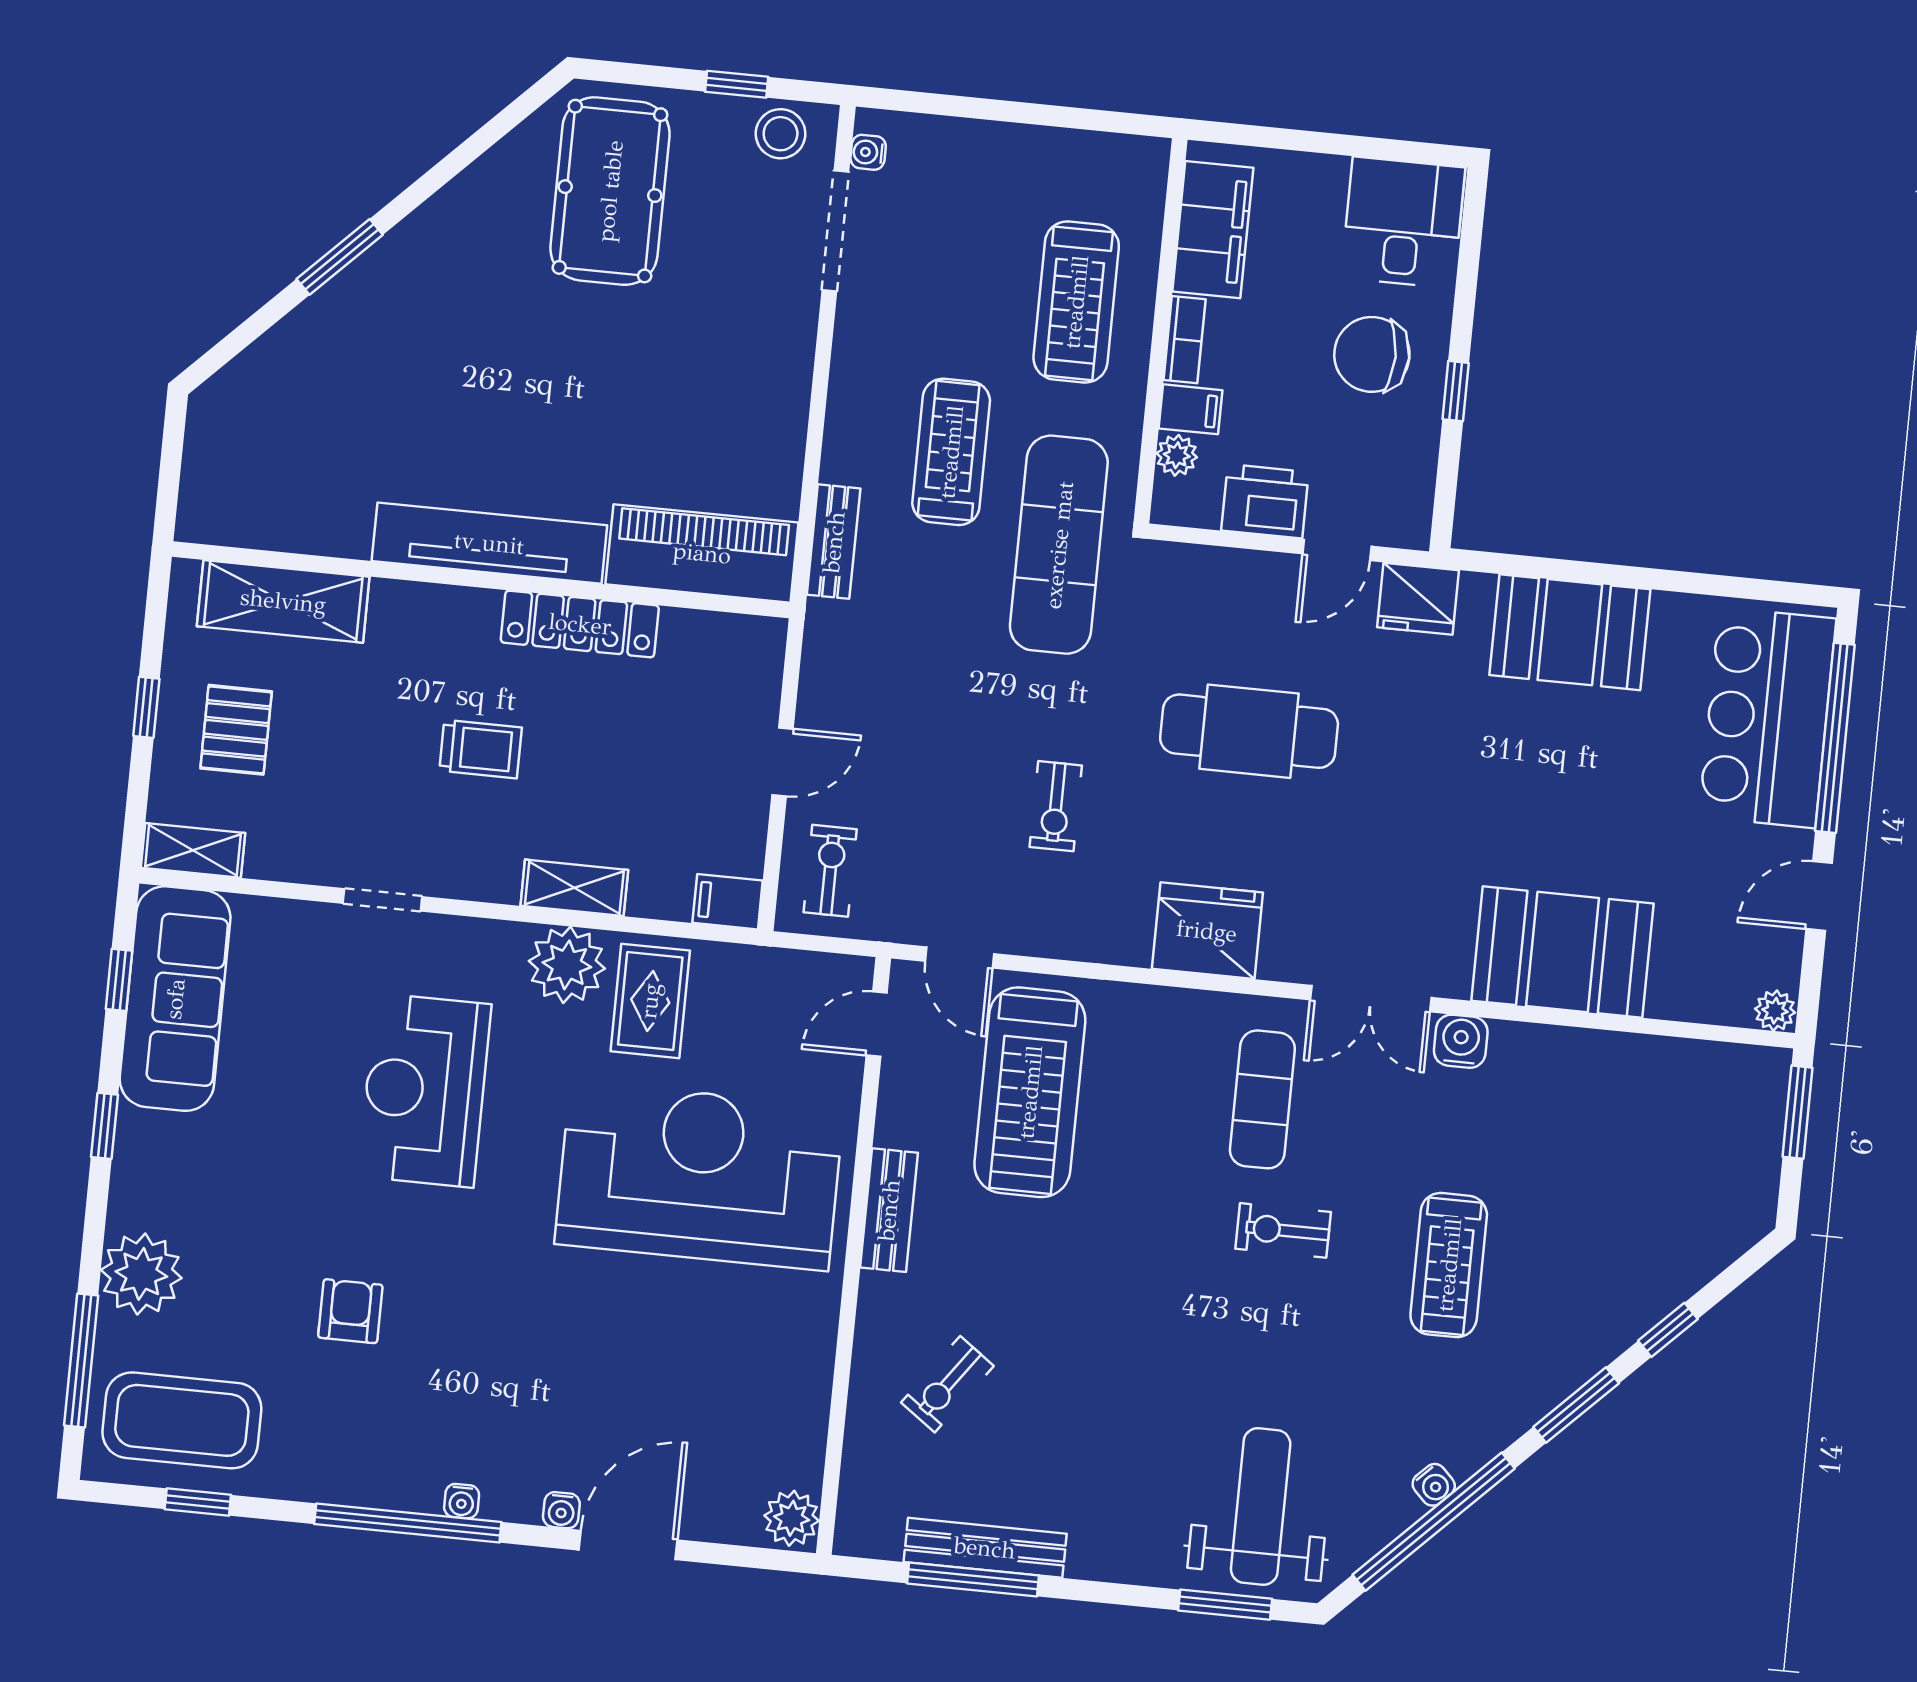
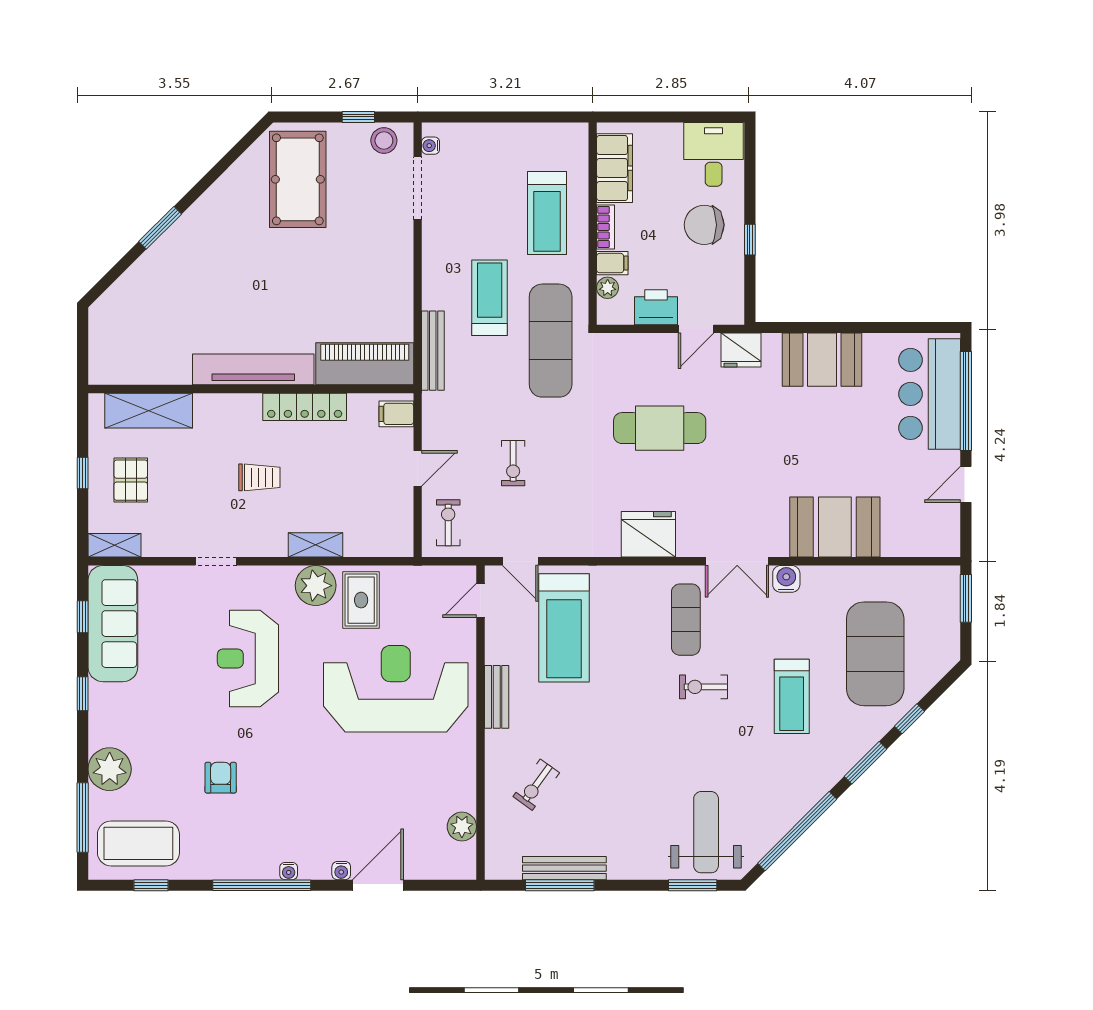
bench: (834, 542) -> (433, 351), width x1.36
exercise bike: (1056, 806) -> (513, 463), moved
filing cabinet: (728, 902) -> (396, 414), moved
plant: (1775, 1011) -> (949, 547), removed
exercise mat: (1615, 1200) -> (875, 654), added
water cooler: (1434, 1485) -> (795, 812), removed
plant: (792, 1518) -> (462, 827), moved

